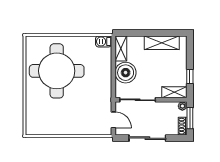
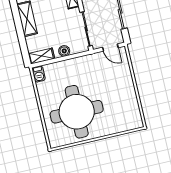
boiler: (126, 73) -> (64, 51), width x0.54, depth x0.54
door: (113, 120) -> (110, 47), swing flipped

